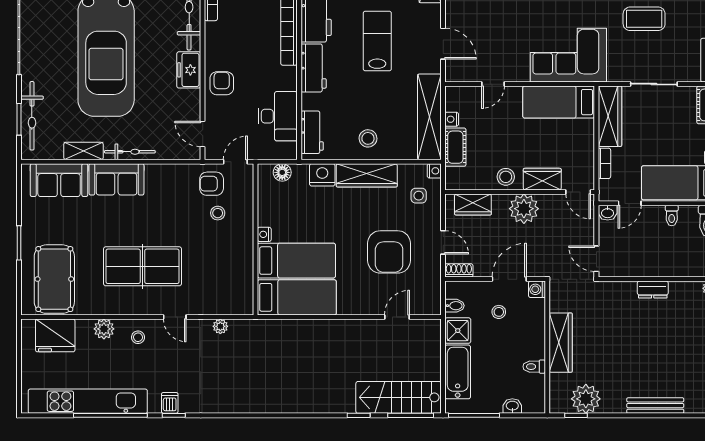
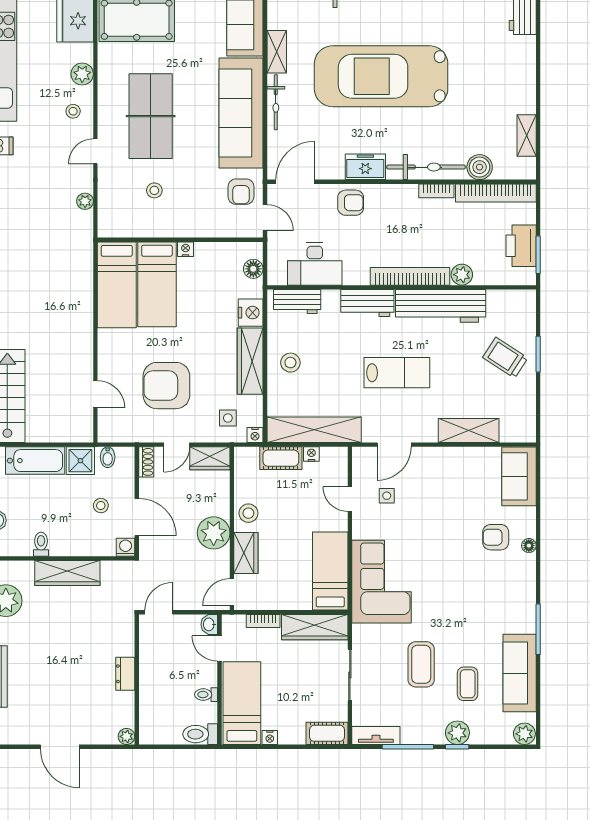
side table: (490, 50) -> (387, 496), added
door: (203, 134) -> (295, 182), width x1.38
sofa: (116, 179) -> (241, 113), width x1.85, depth x1.27
armchair: (212, 184) -> (241, 192), turned 180
wardrobe: (473, 204) -> (210, 458), moved, turned -90
stool: (218, 213) -> (154, 190), moved

